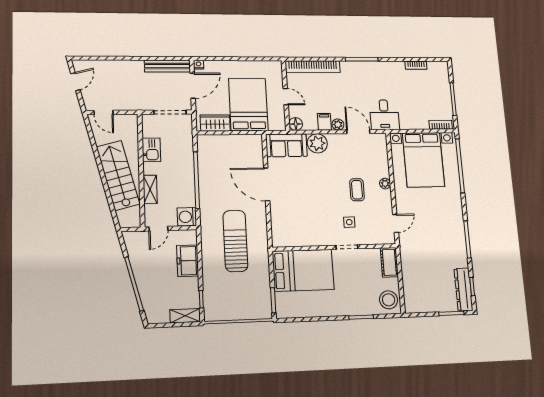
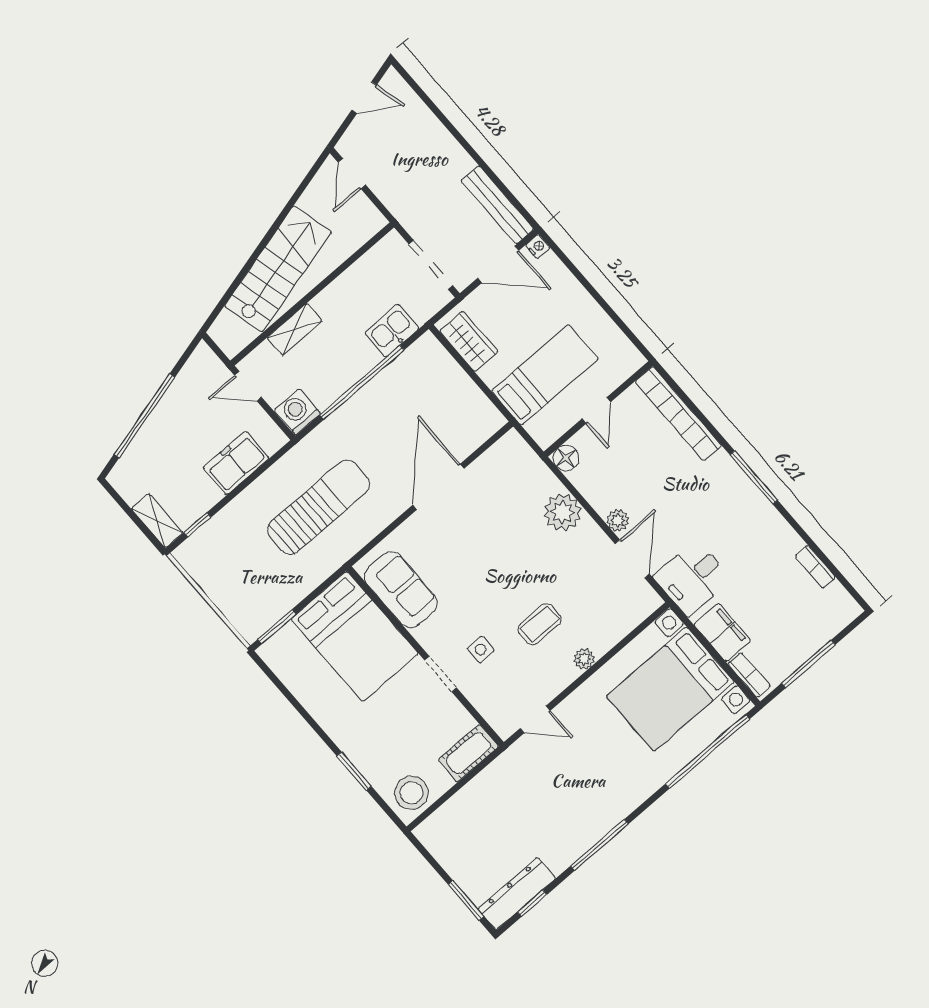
bed: (248, 105) -> (545, 375), width x0.67
filing cabinet: (324, 122) -> (722, 632), moved, width x2.00
sofa: (286, 145) -> (401, 590), moved, turned 180
kitchen sink: (151, 150) -> (392, 331), moved, turned 180

